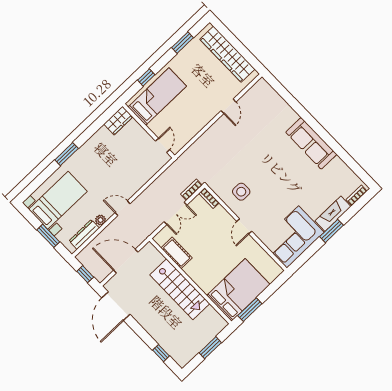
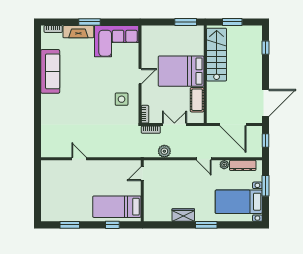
wardrobe: (227, 54) -> (49, 191), removed
door: (228, 106) -> (79, 159), hinge flipped
wardrobe: (118, 120) -> (183, 215), moved
sofa: (311, 143) -> (50, 71), moved
plant: (162, 183) -> (164, 151), added
stairs: (180, 289) -> (217, 55), moved
bed: (238, 290) -> (181, 71), moved

